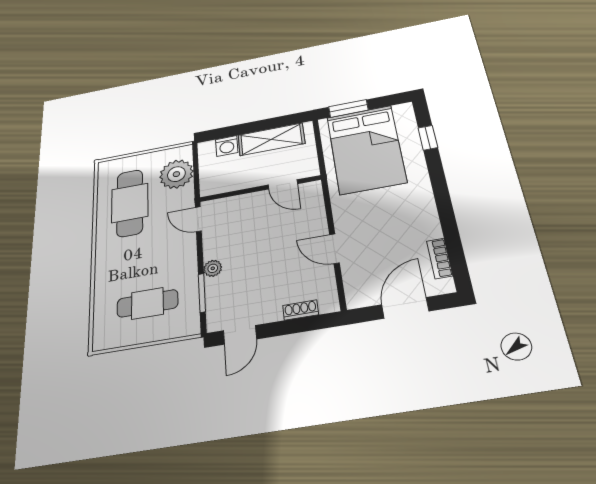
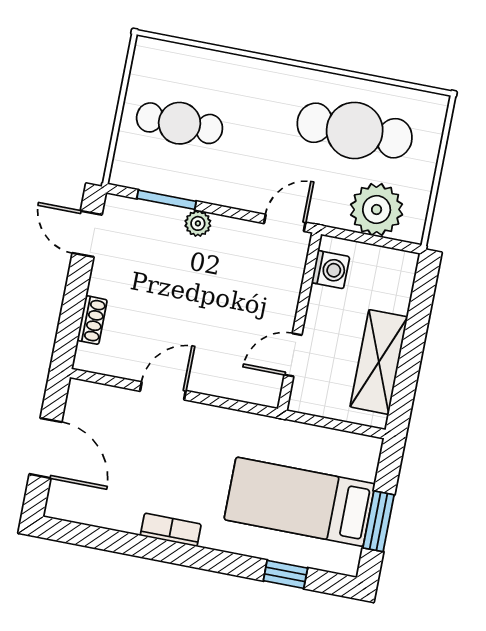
window: (348, 108) -> (379, 521), moved
washing machine: (227, 146) -> (331, 270), moved, turned 180
bed: (366, 149) -> (300, 502), width x0.67
bookcase: (440, 258) -> (171, 530), moved
cafe table: (147, 303) -> (180, 123), turned 90

